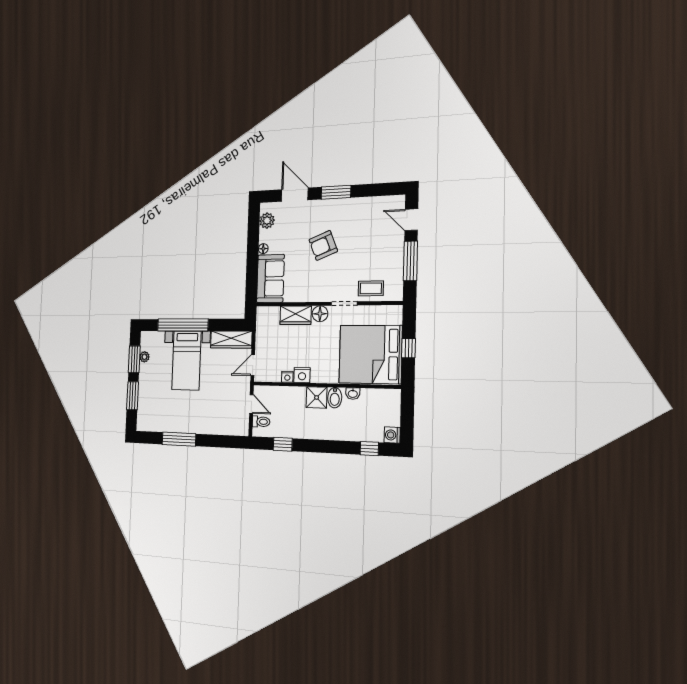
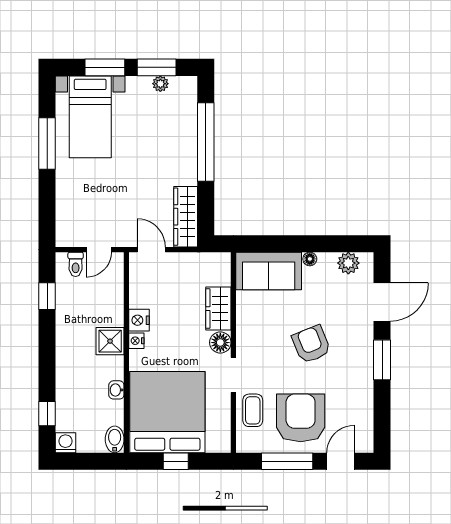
armchair: (377, 252) -> (301, 418), added
bed with nightstands: (186, 360) -> (90, 117), moved, turned -90
nightstand: (287, 377) -> (136, 341), moved
bidet: (335, 398) -> (115, 439), moved, turned 90

